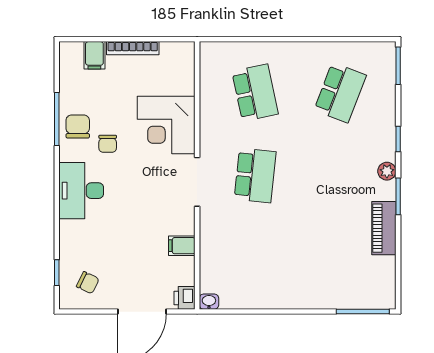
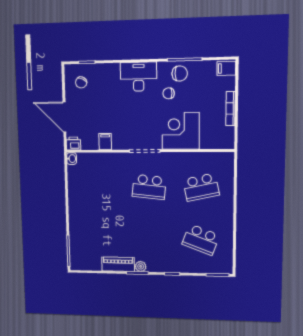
filing cabinet: (94, 55) -> (226, 68), moved
plant: (387, 171) -> (141, 266), moved

